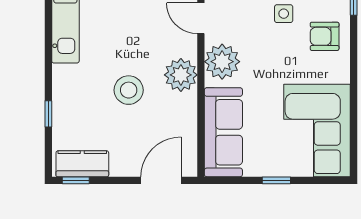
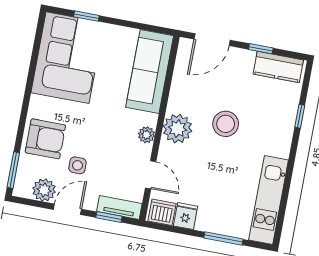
armchair: (325, 36) -> (45, 139), width x1.38, depth x1.38
plant: (222, 62) -> (146, 135), width x0.53, depth x0.53
window: (76, 180) -> (261, 49), moved
window: (276, 180) -> (86, 16), moved

